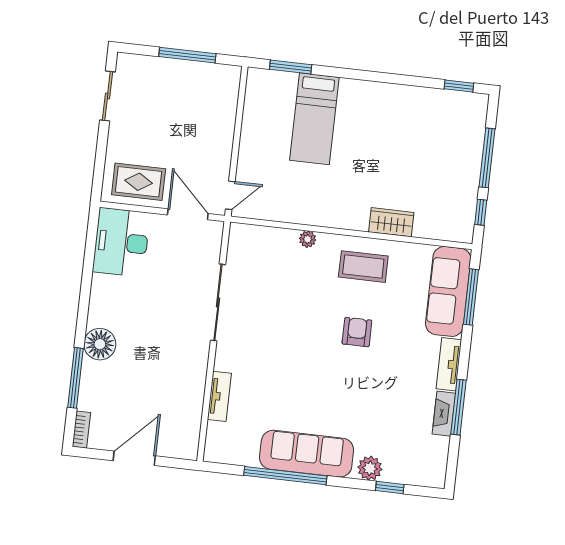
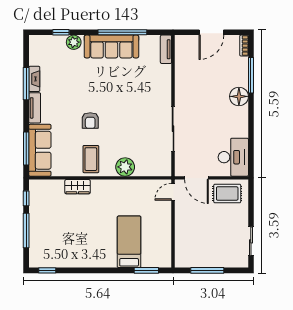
plant: (308, 239) -> (125, 167), width x1.88, depth x1.88
coffee table: (363, 267) -> (91, 159), turned 90
tv unit: (219, 396) -> (166, 49), moved

